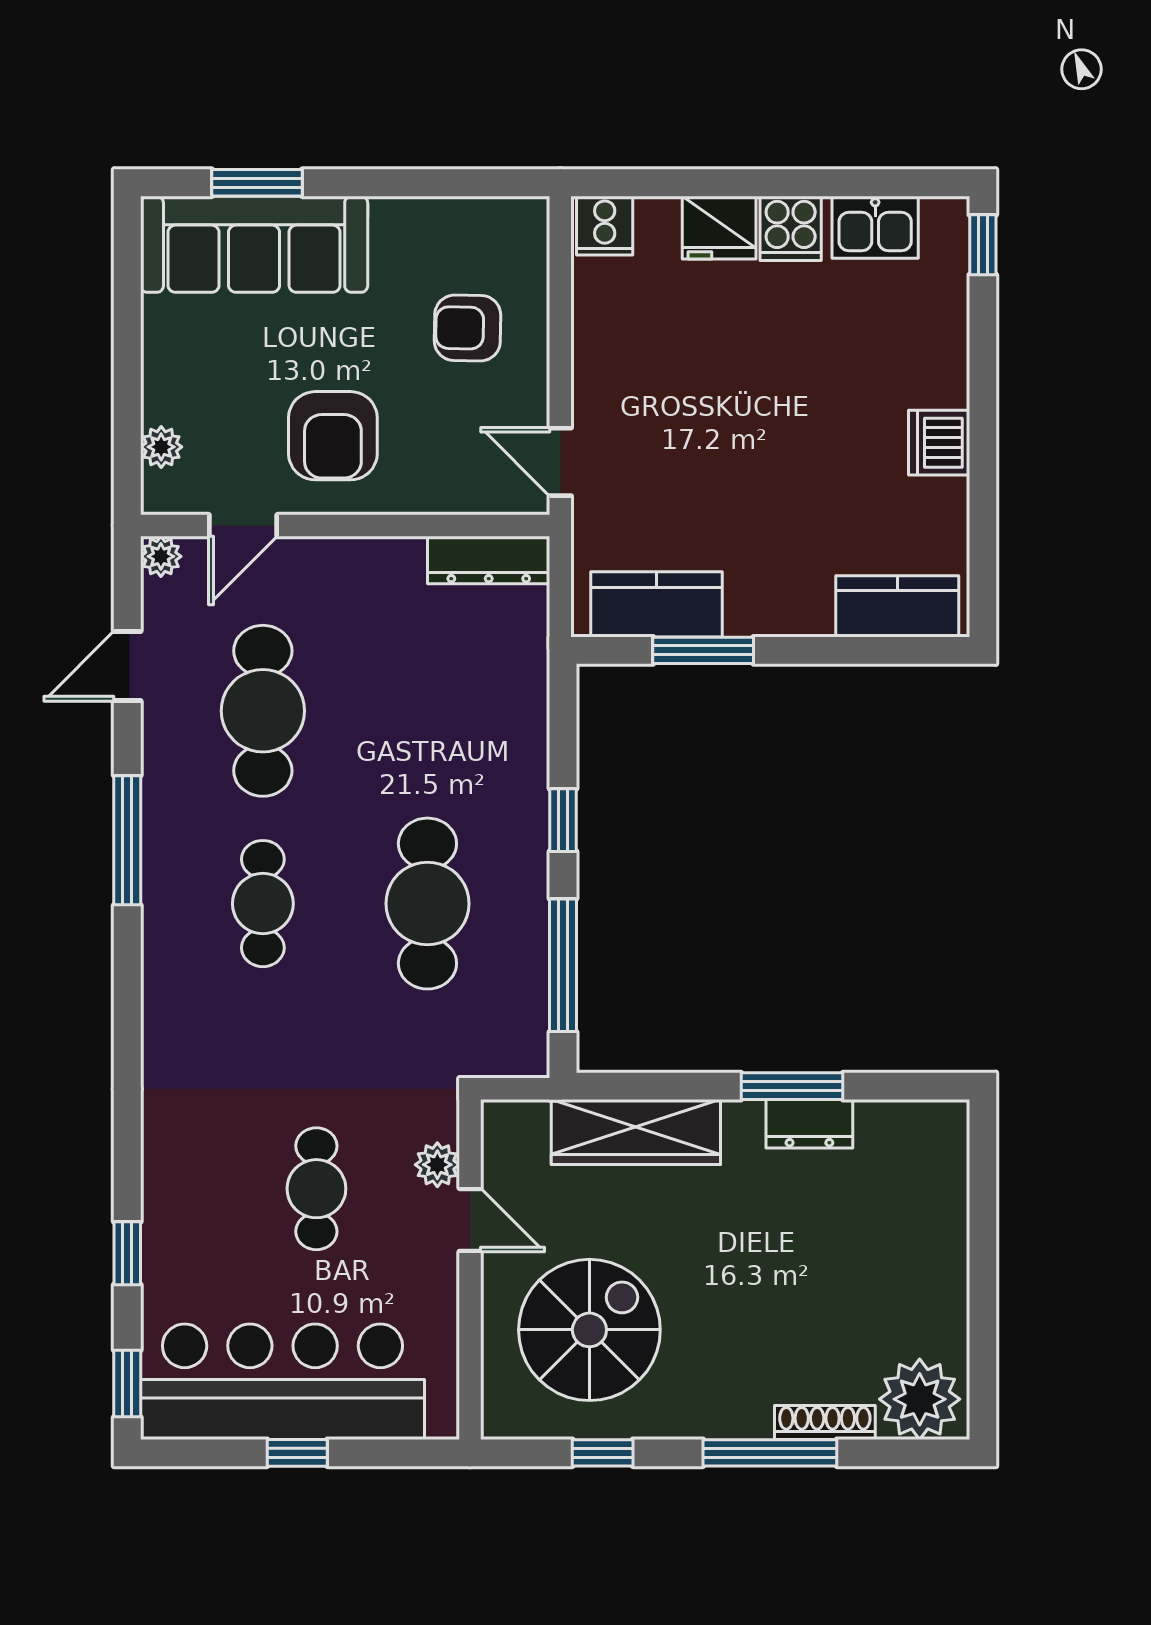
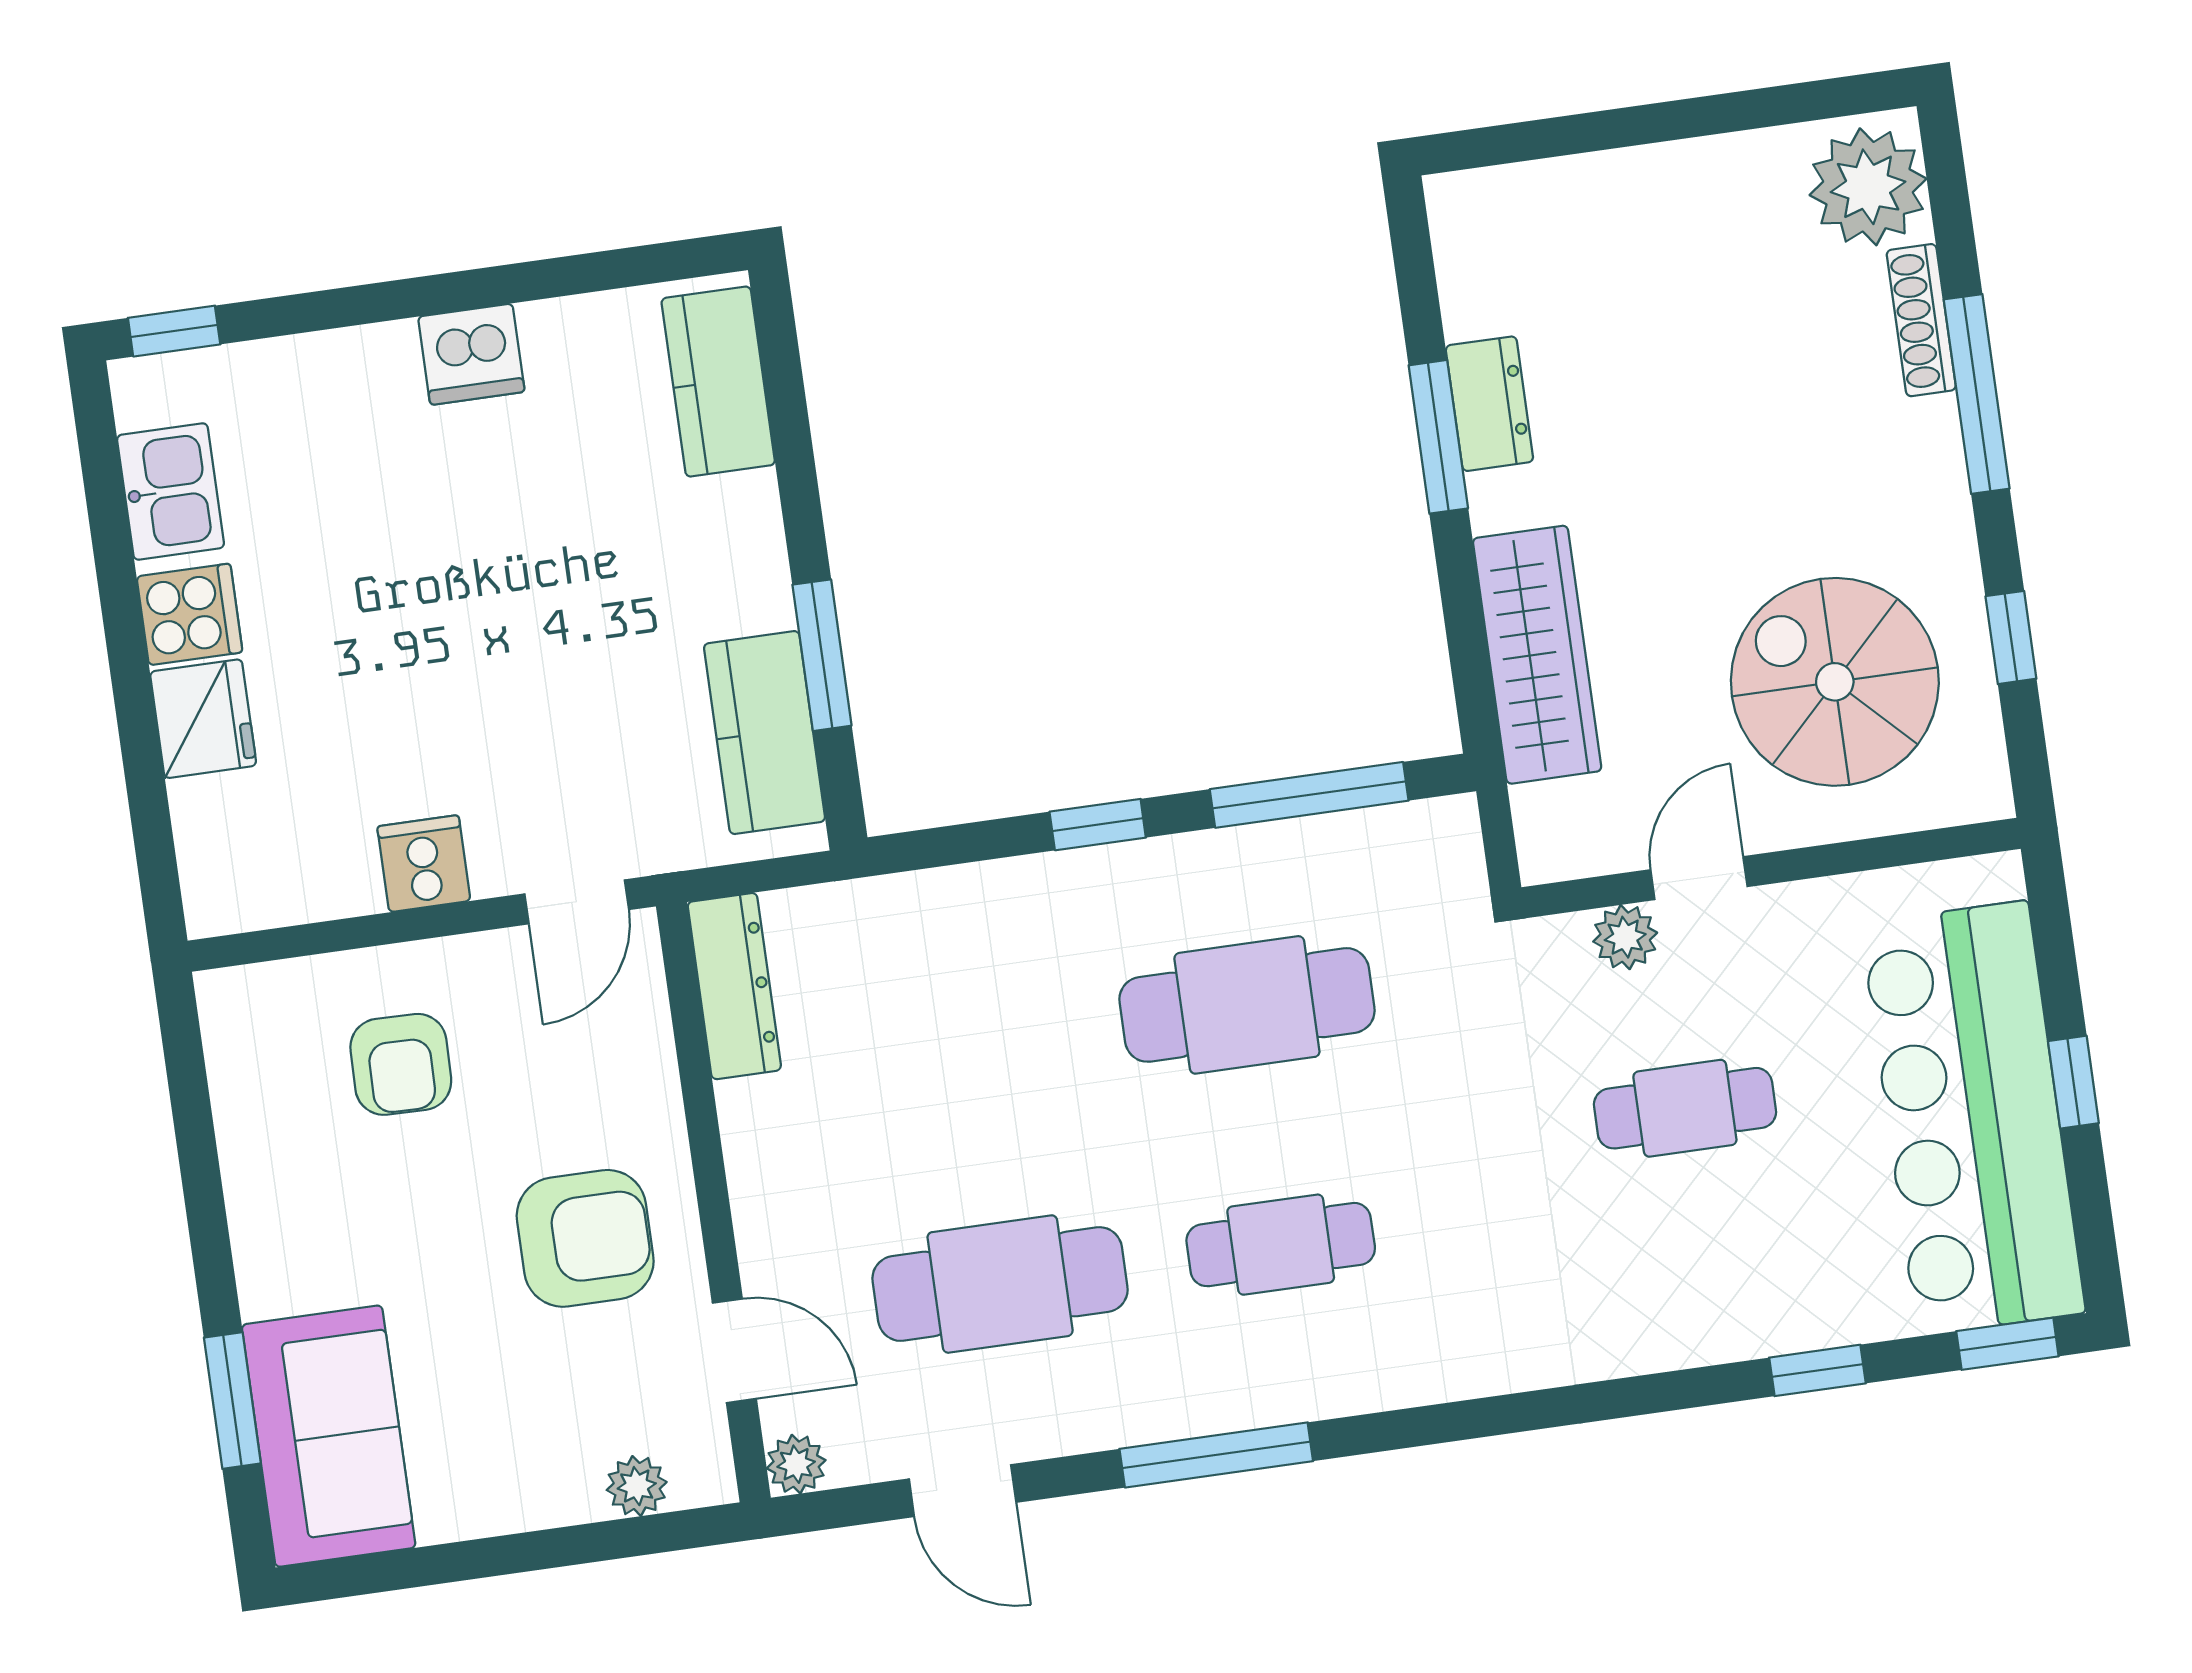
cooker: (605, 226) -> (424, 864), moved, turned -90
sofa: (254, 244) -> (329, 1436), width x0.73

